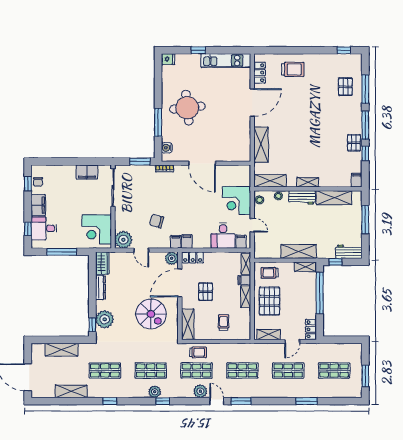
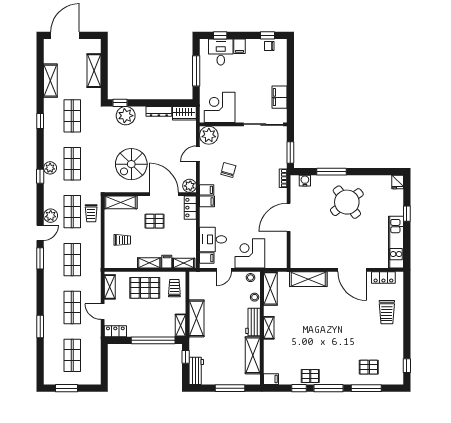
round table: (187, 108) -> (347, 202), turned -31
filing cabinet: (38, 205) -> (239, 46), width x0.50

